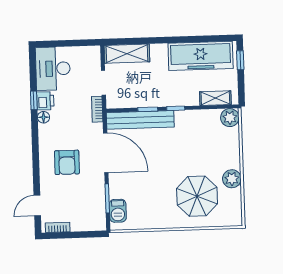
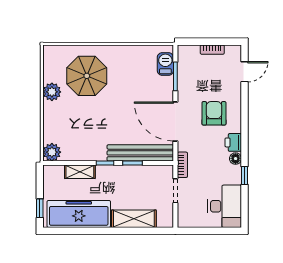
shelving: (127, 54) -> (134, 219), moved
shelving: (215, 98) -> (80, 172), moved
printer: (45, 101) -> (233, 142), moved
bookcase: (58, 227) -> (212, 50), moved

